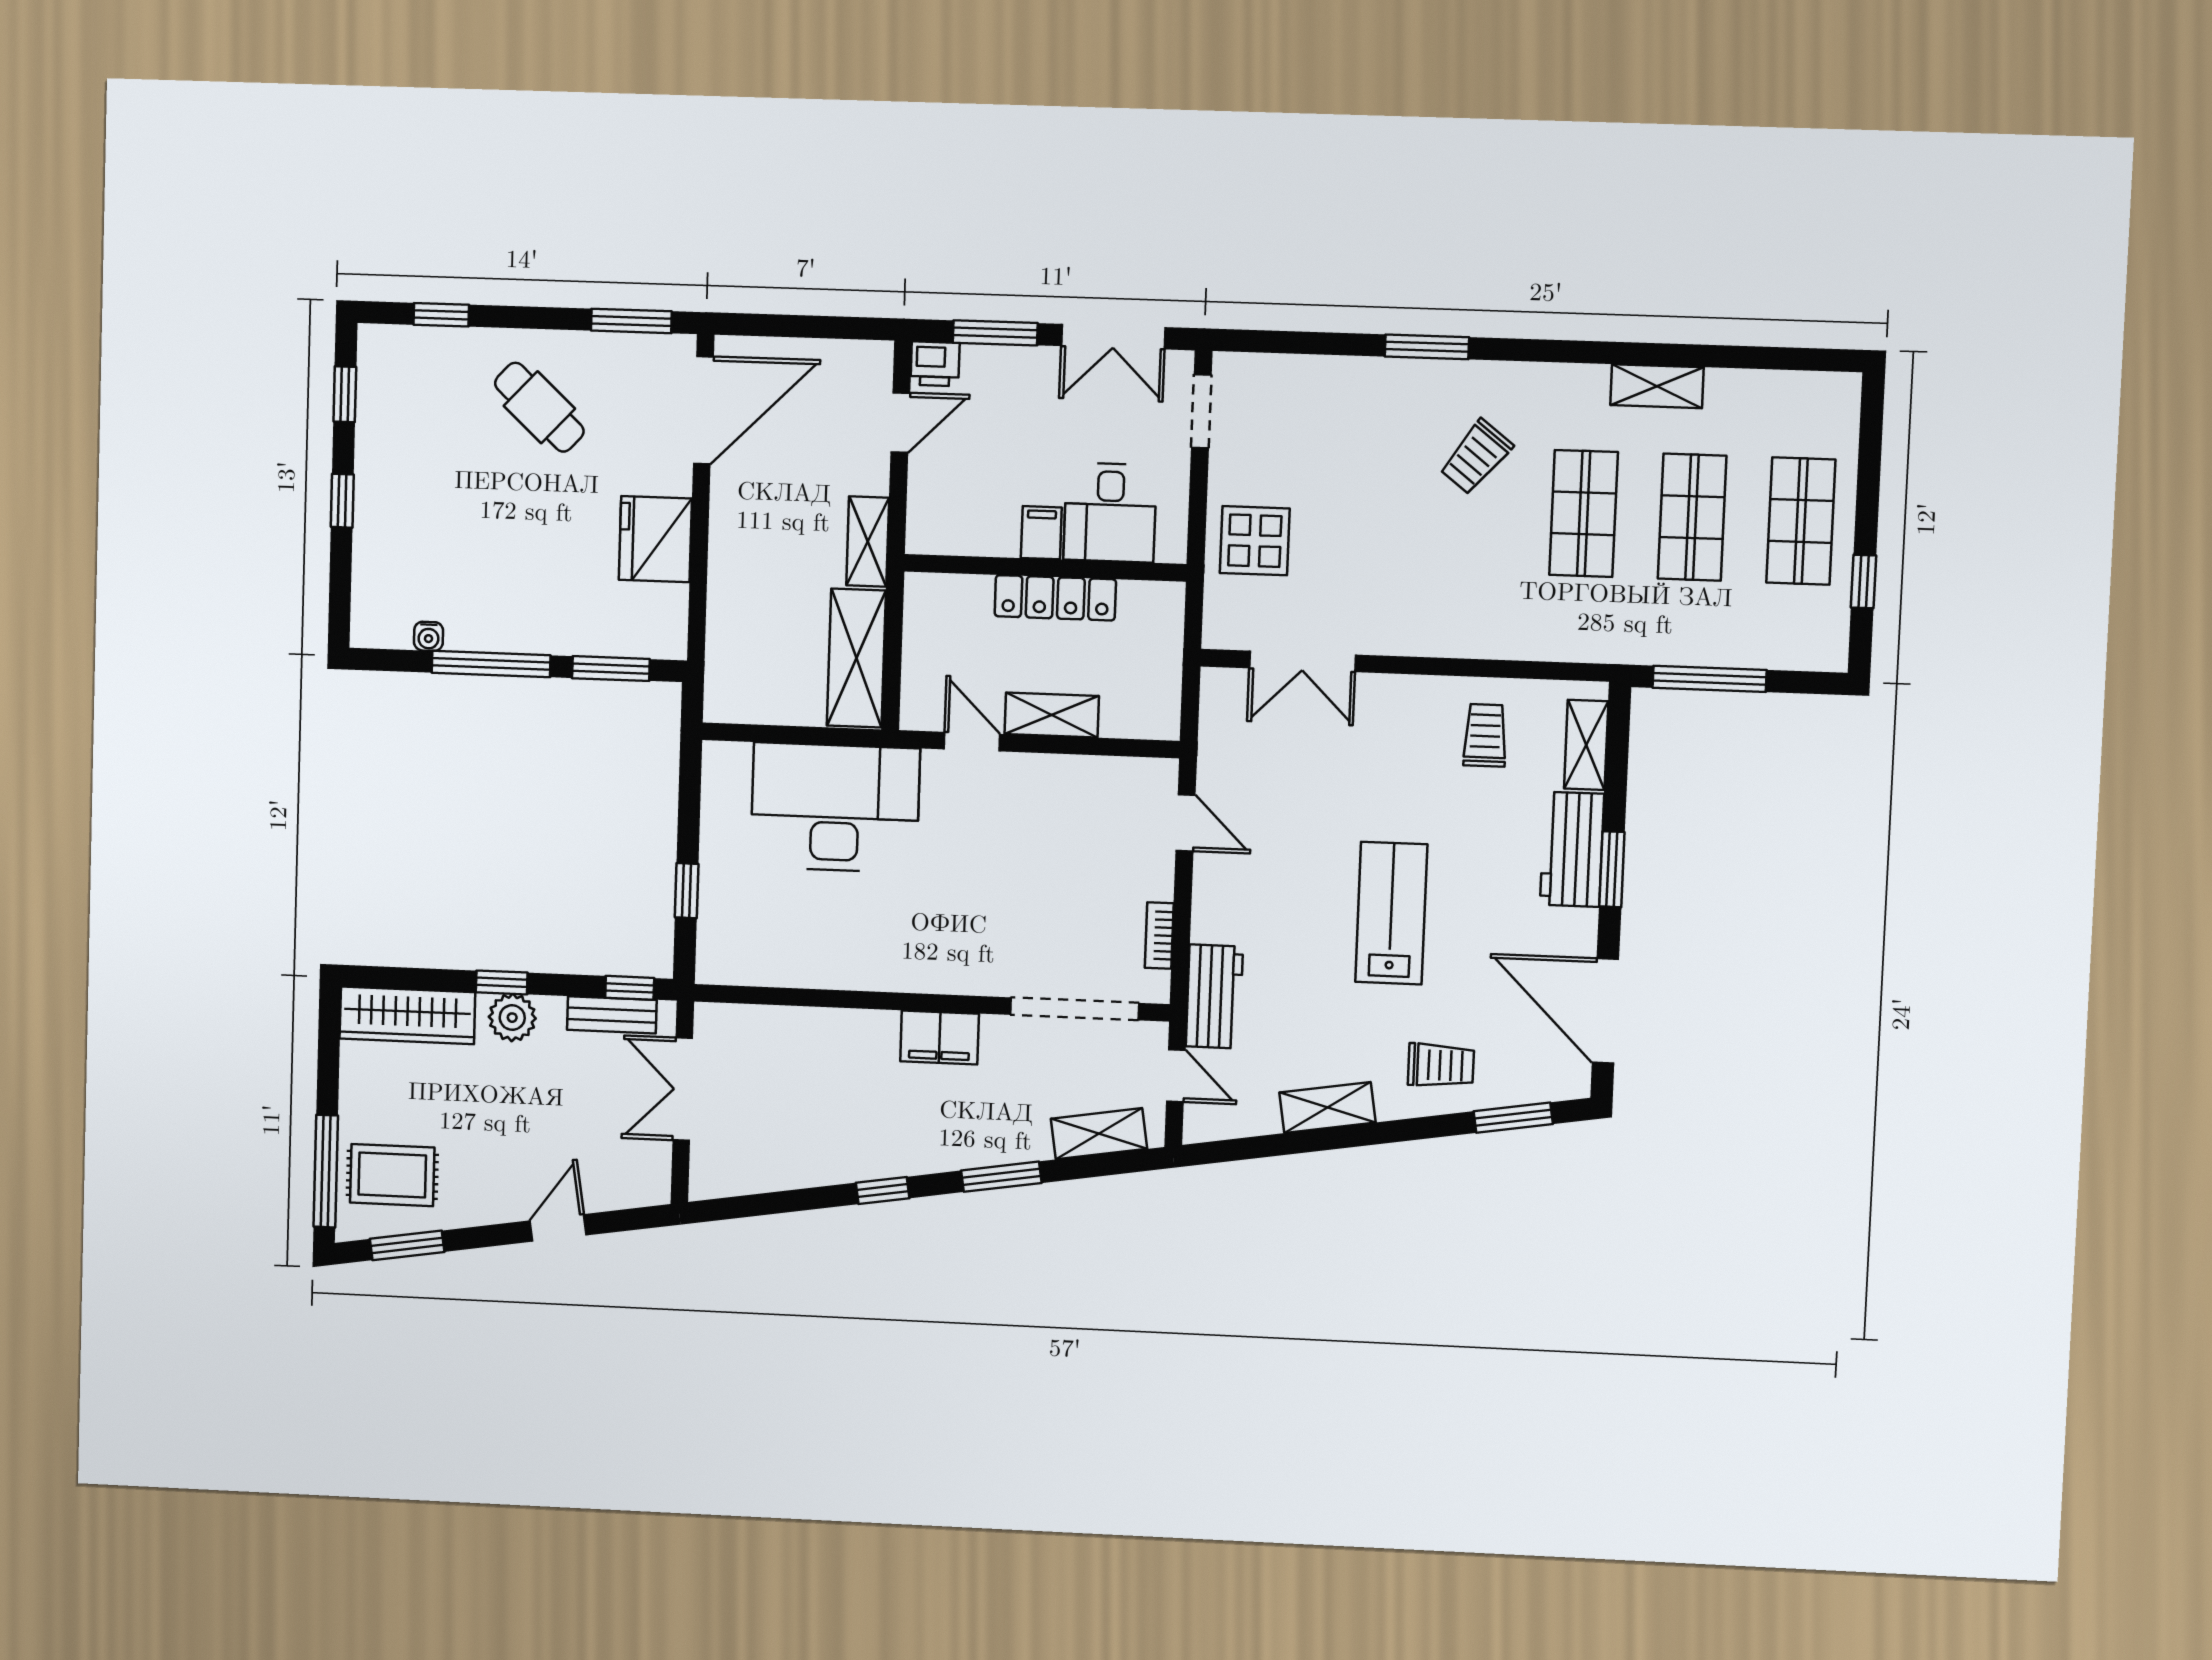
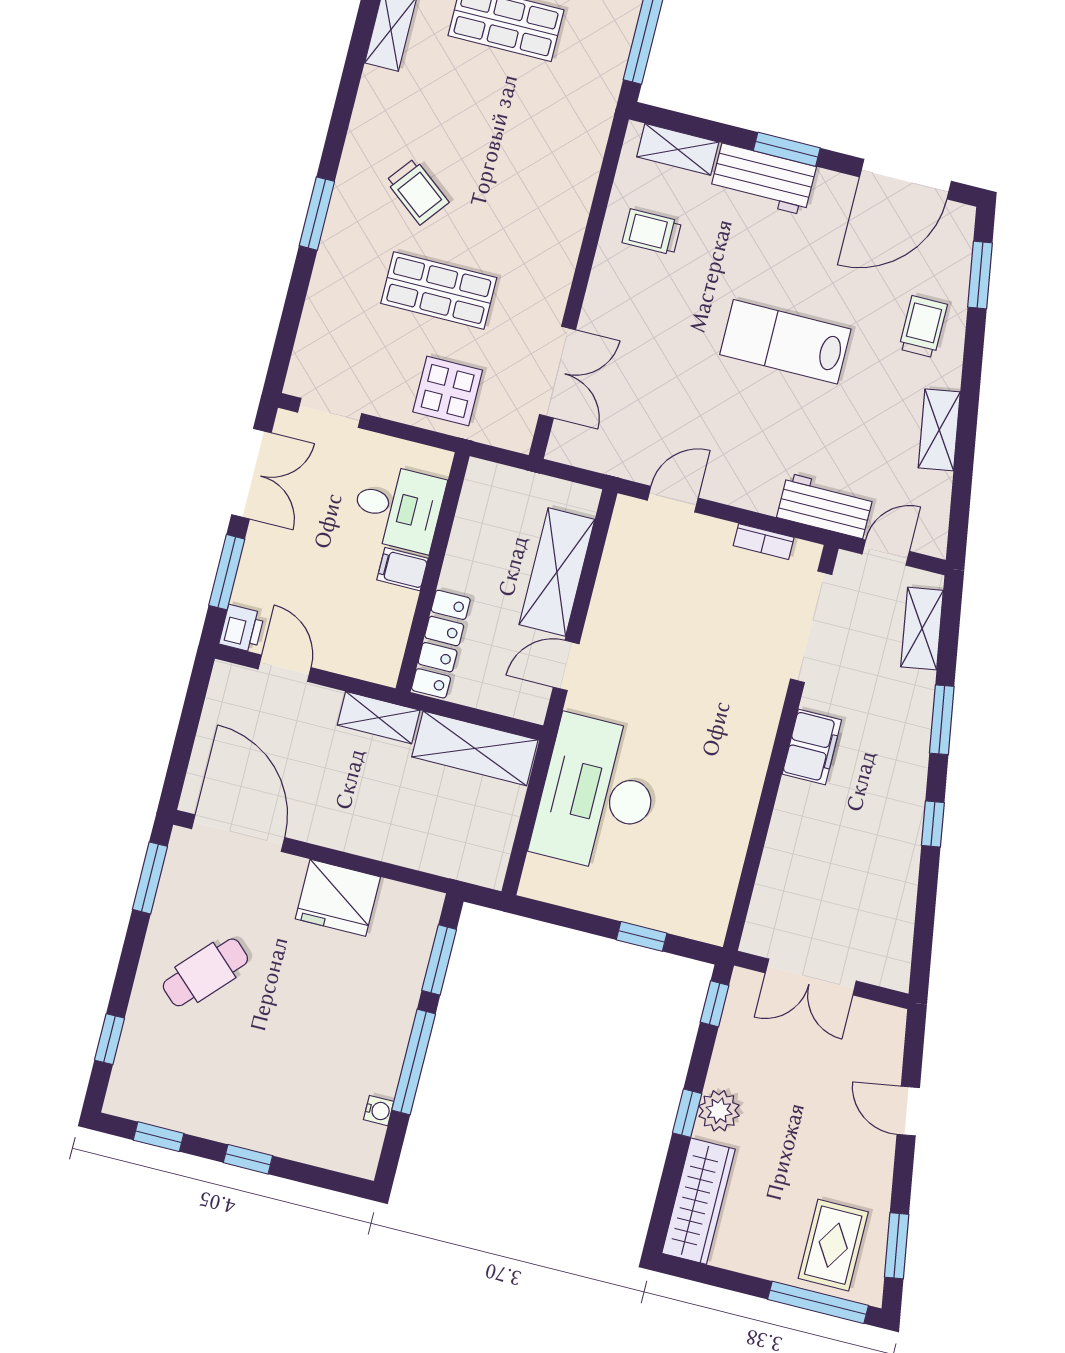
shop shelf: (1584, 513) -> (439, 290), moved
locker: (1055, 598) -> (441, 644), moved
shelving: (1052, 715) -> (557, 572), width x1.50, depth x1.33
bench: (612, 1015) -> (735, 1024), removed

